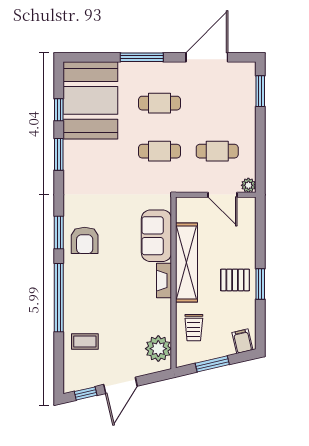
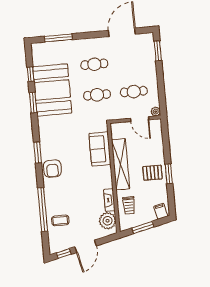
window: (142, 57) -> (58, 38), moved
booth: (90, 100) -> (52, 90), moved
armchair: (85, 240) -> (52, 169), moved
fireplace: (164, 281) -> (109, 200), moved
window: (59, 298) -> (43, 210), moved

